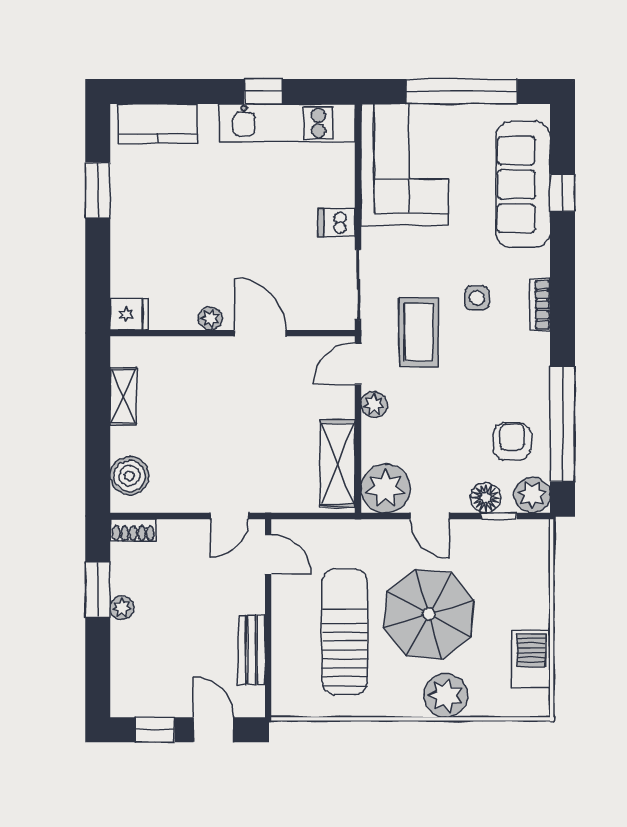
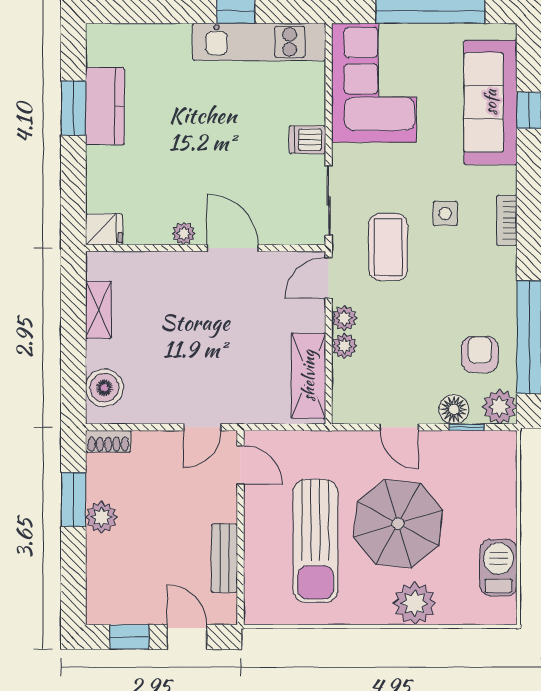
kitchen counter: (158, 124) -> (105, 106), moved, turned -90
plant: (386, 488) -> (344, 346), moved, width x0.53, depth x0.53
plant: (122, 608) -> (101, 517), width x1.38, depth x1.38
sun lounger: (345, 632) -> (315, 541), turned 180

